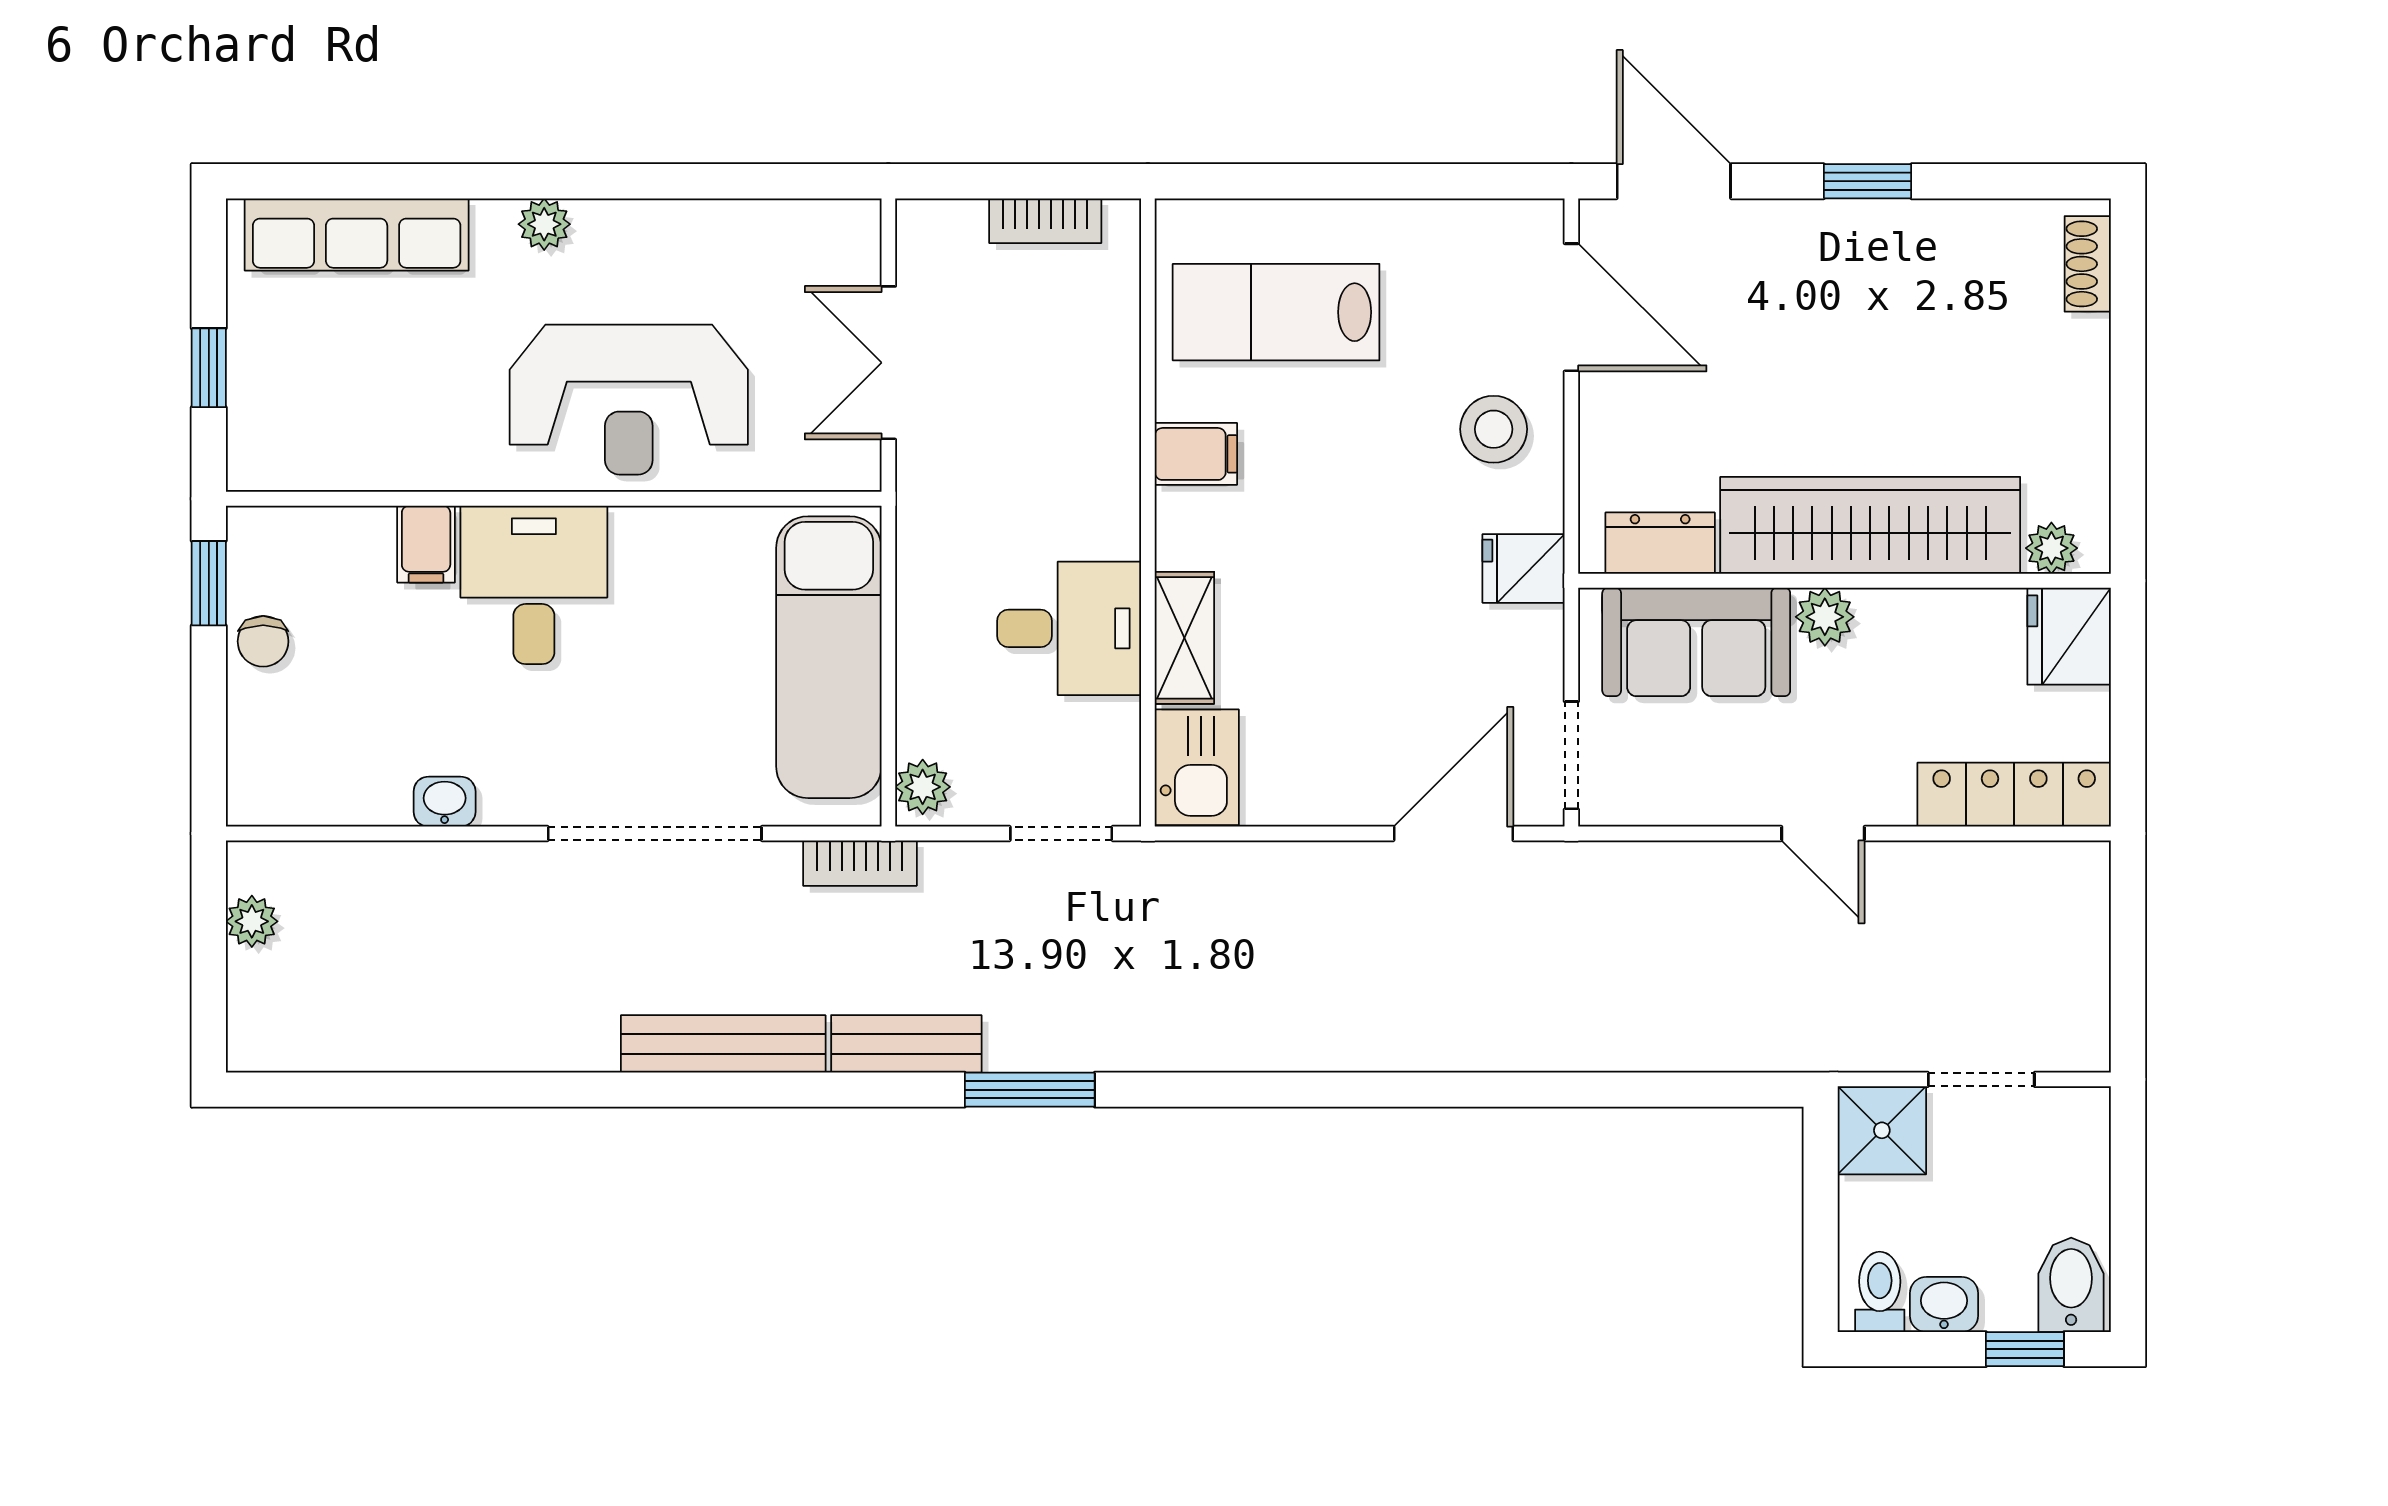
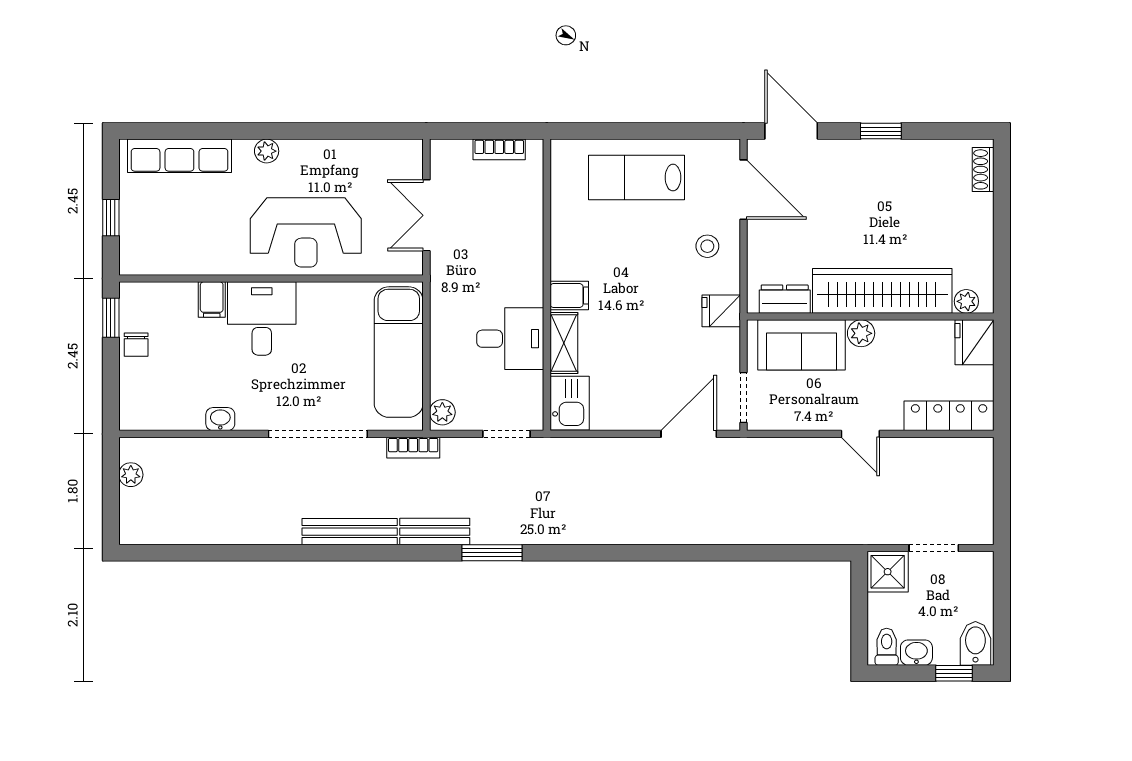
lab bench: (1276, 312) -> (637, 178), moved
stool: (1494, 429) -> (707, 246), width x0.73, depth x0.73
filing cabinet: (1196, 454) -> (569, 296), moved

